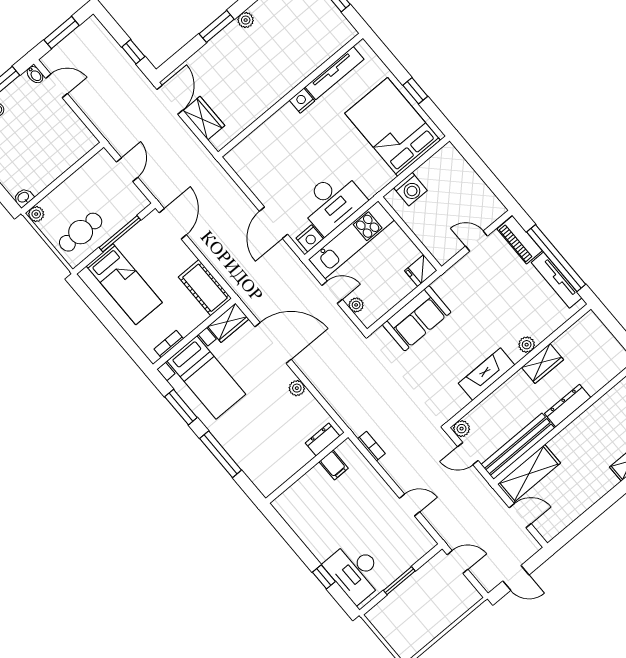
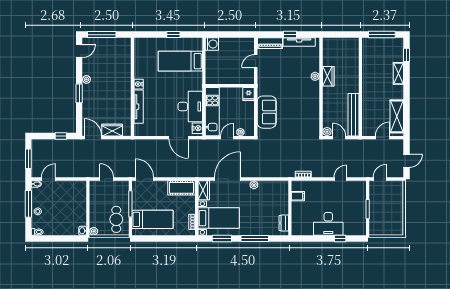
tv unit: (334, 73) -> (139, 107), moved
bed: (393, 127) -> (180, 61), width x0.67
washing machine: (410, 189) -> (212, 44), moved
window: (556, 258) -> (290, 35), width x0.32
fireplace: (487, 374) -> (313, 103), removed
dresser: (568, 406) -> (354, 80), removed
dresser: (323, 439) -> (284, 223), moved
door: (468, 454) -> (339, 138), swing flipped
shelving: (529, 474) -> (397, 116), moved
desk: (355, 572) -> (328, 224), moved

